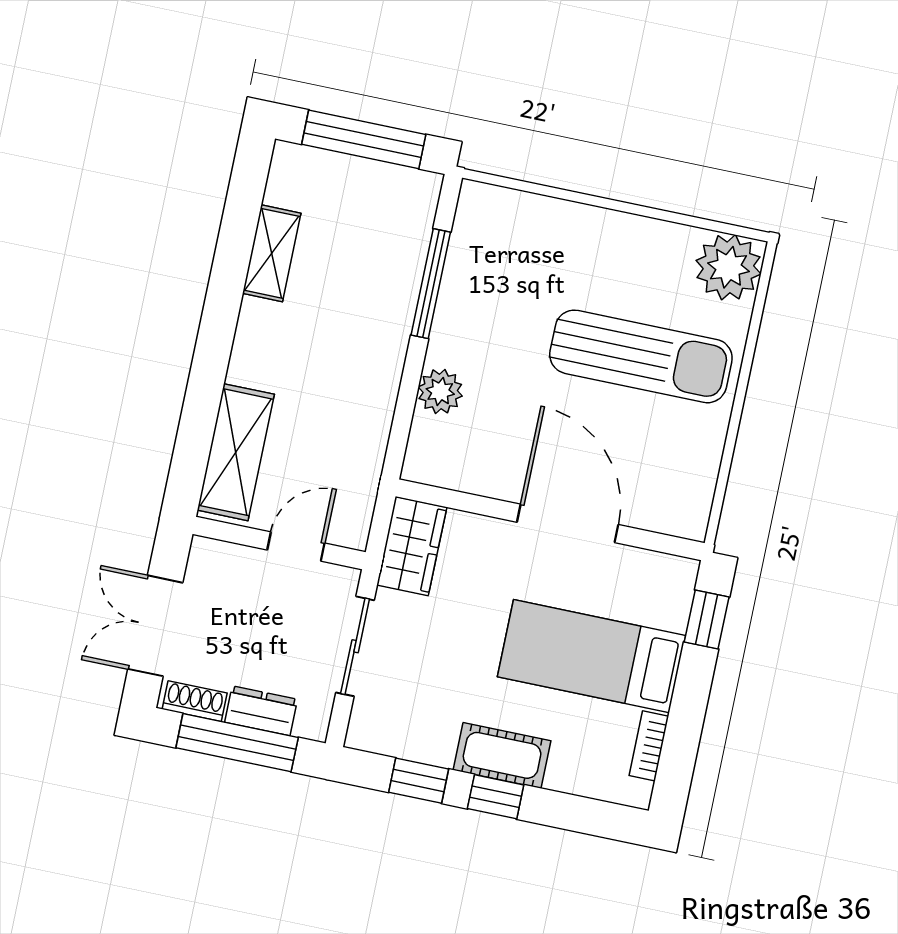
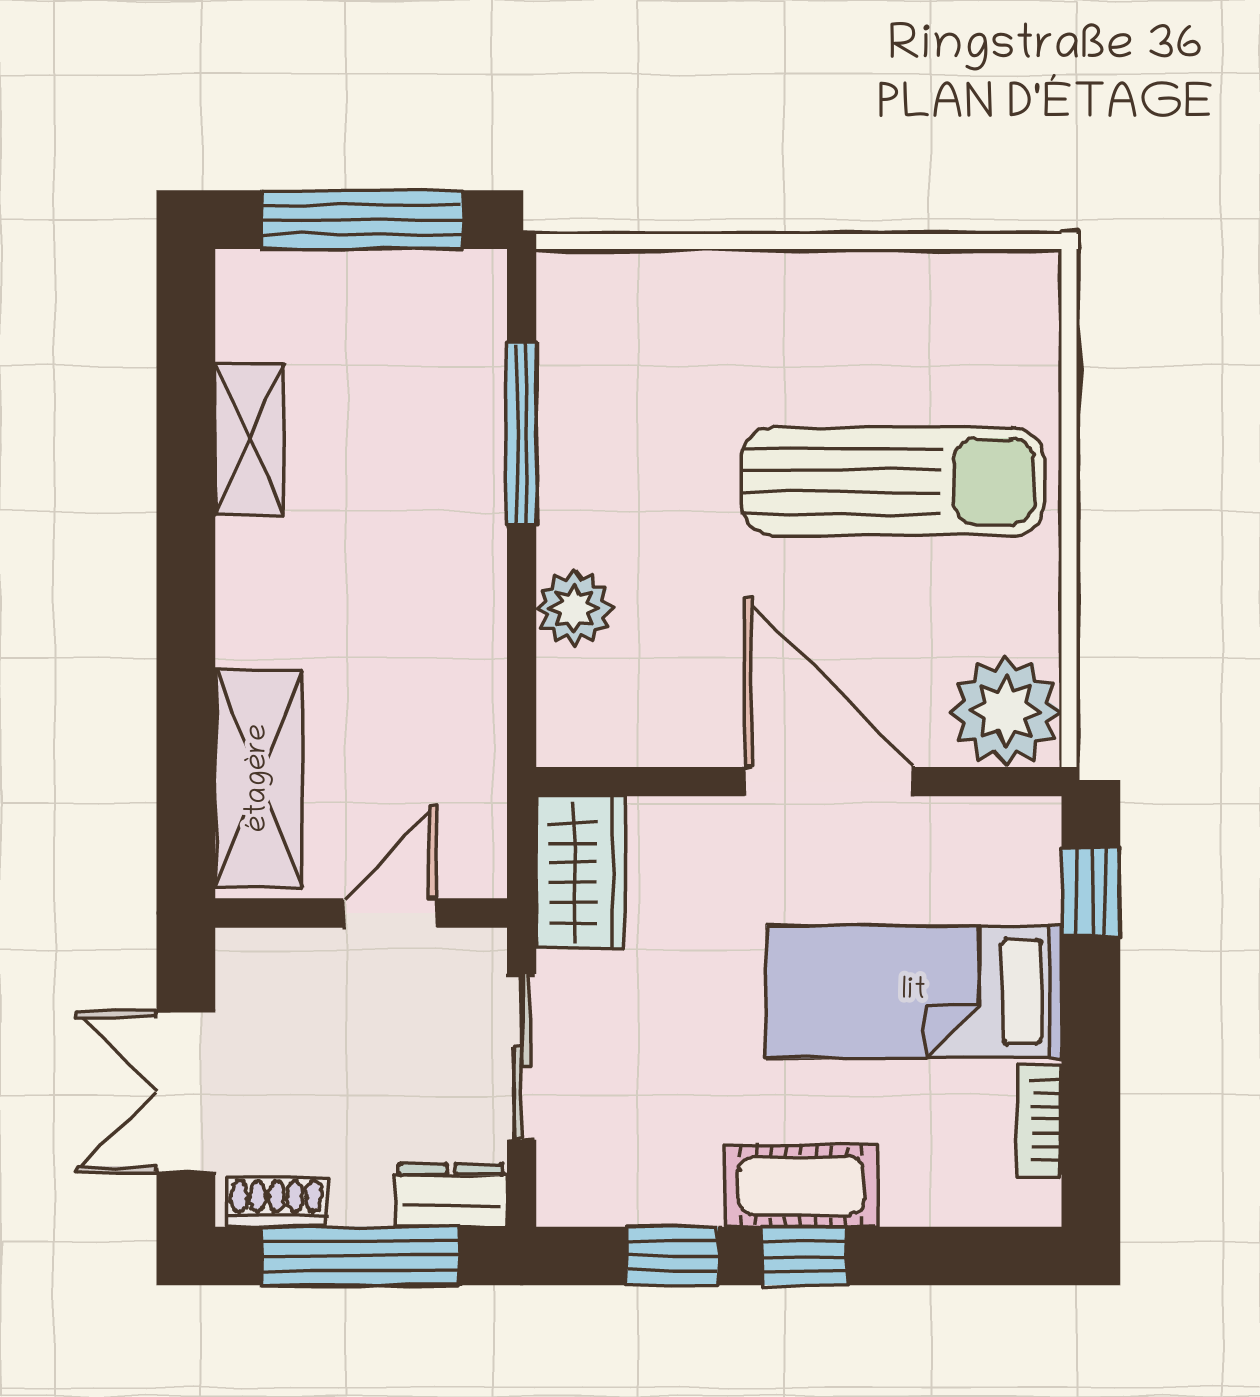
plant: (728, 267) -> (1006, 711), moved
dresser: (261, 711) -> (451, 1195), moved

